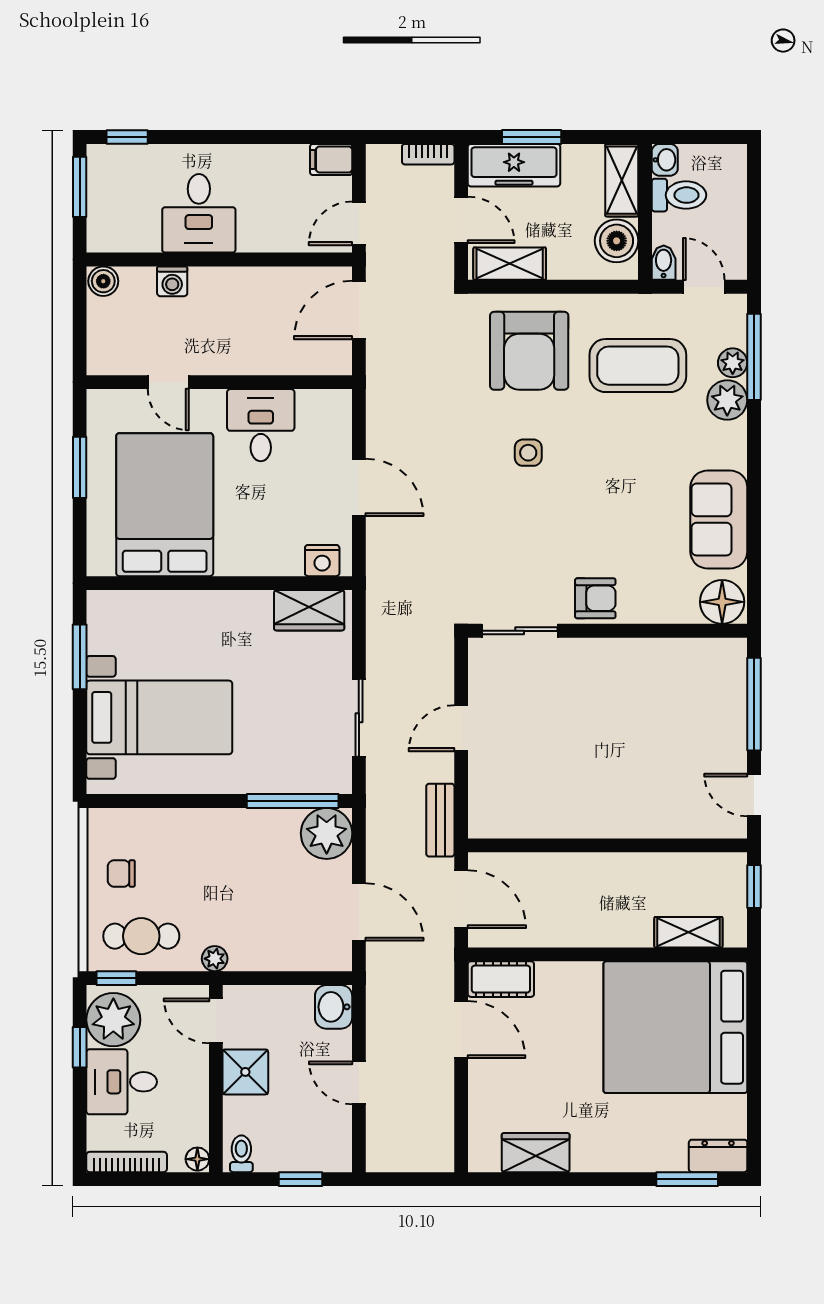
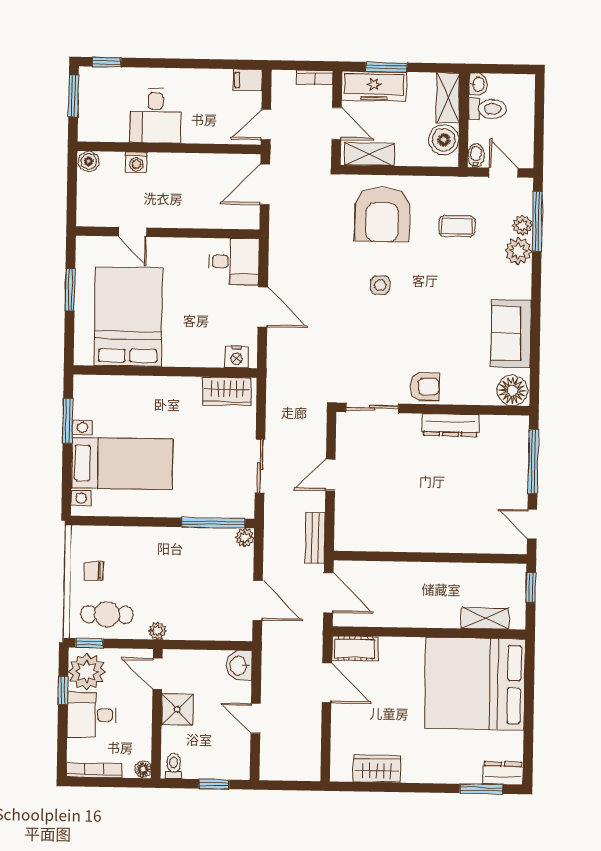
coffee table: (638, 366) -> (457, 226), width x0.54, depth x0.58
desk: (261, 425) -> (234, 262), moved, turned 90
dresser: (633, 654) -> (450, 425), added
plant: (327, 833) -> (245, 538), width x0.53, depth x0.53

